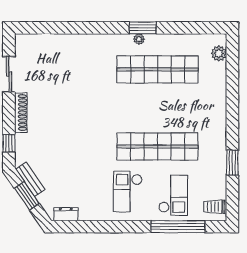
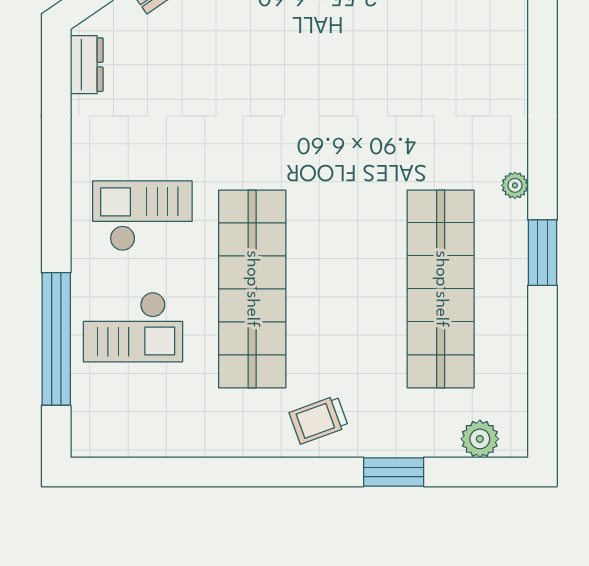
plant: (139, 39) -> (515, 185), moved
window: (232, 163) -> (394, 472), moved
trolley: (214, 207) -> (319, 420), moved, turned -110

